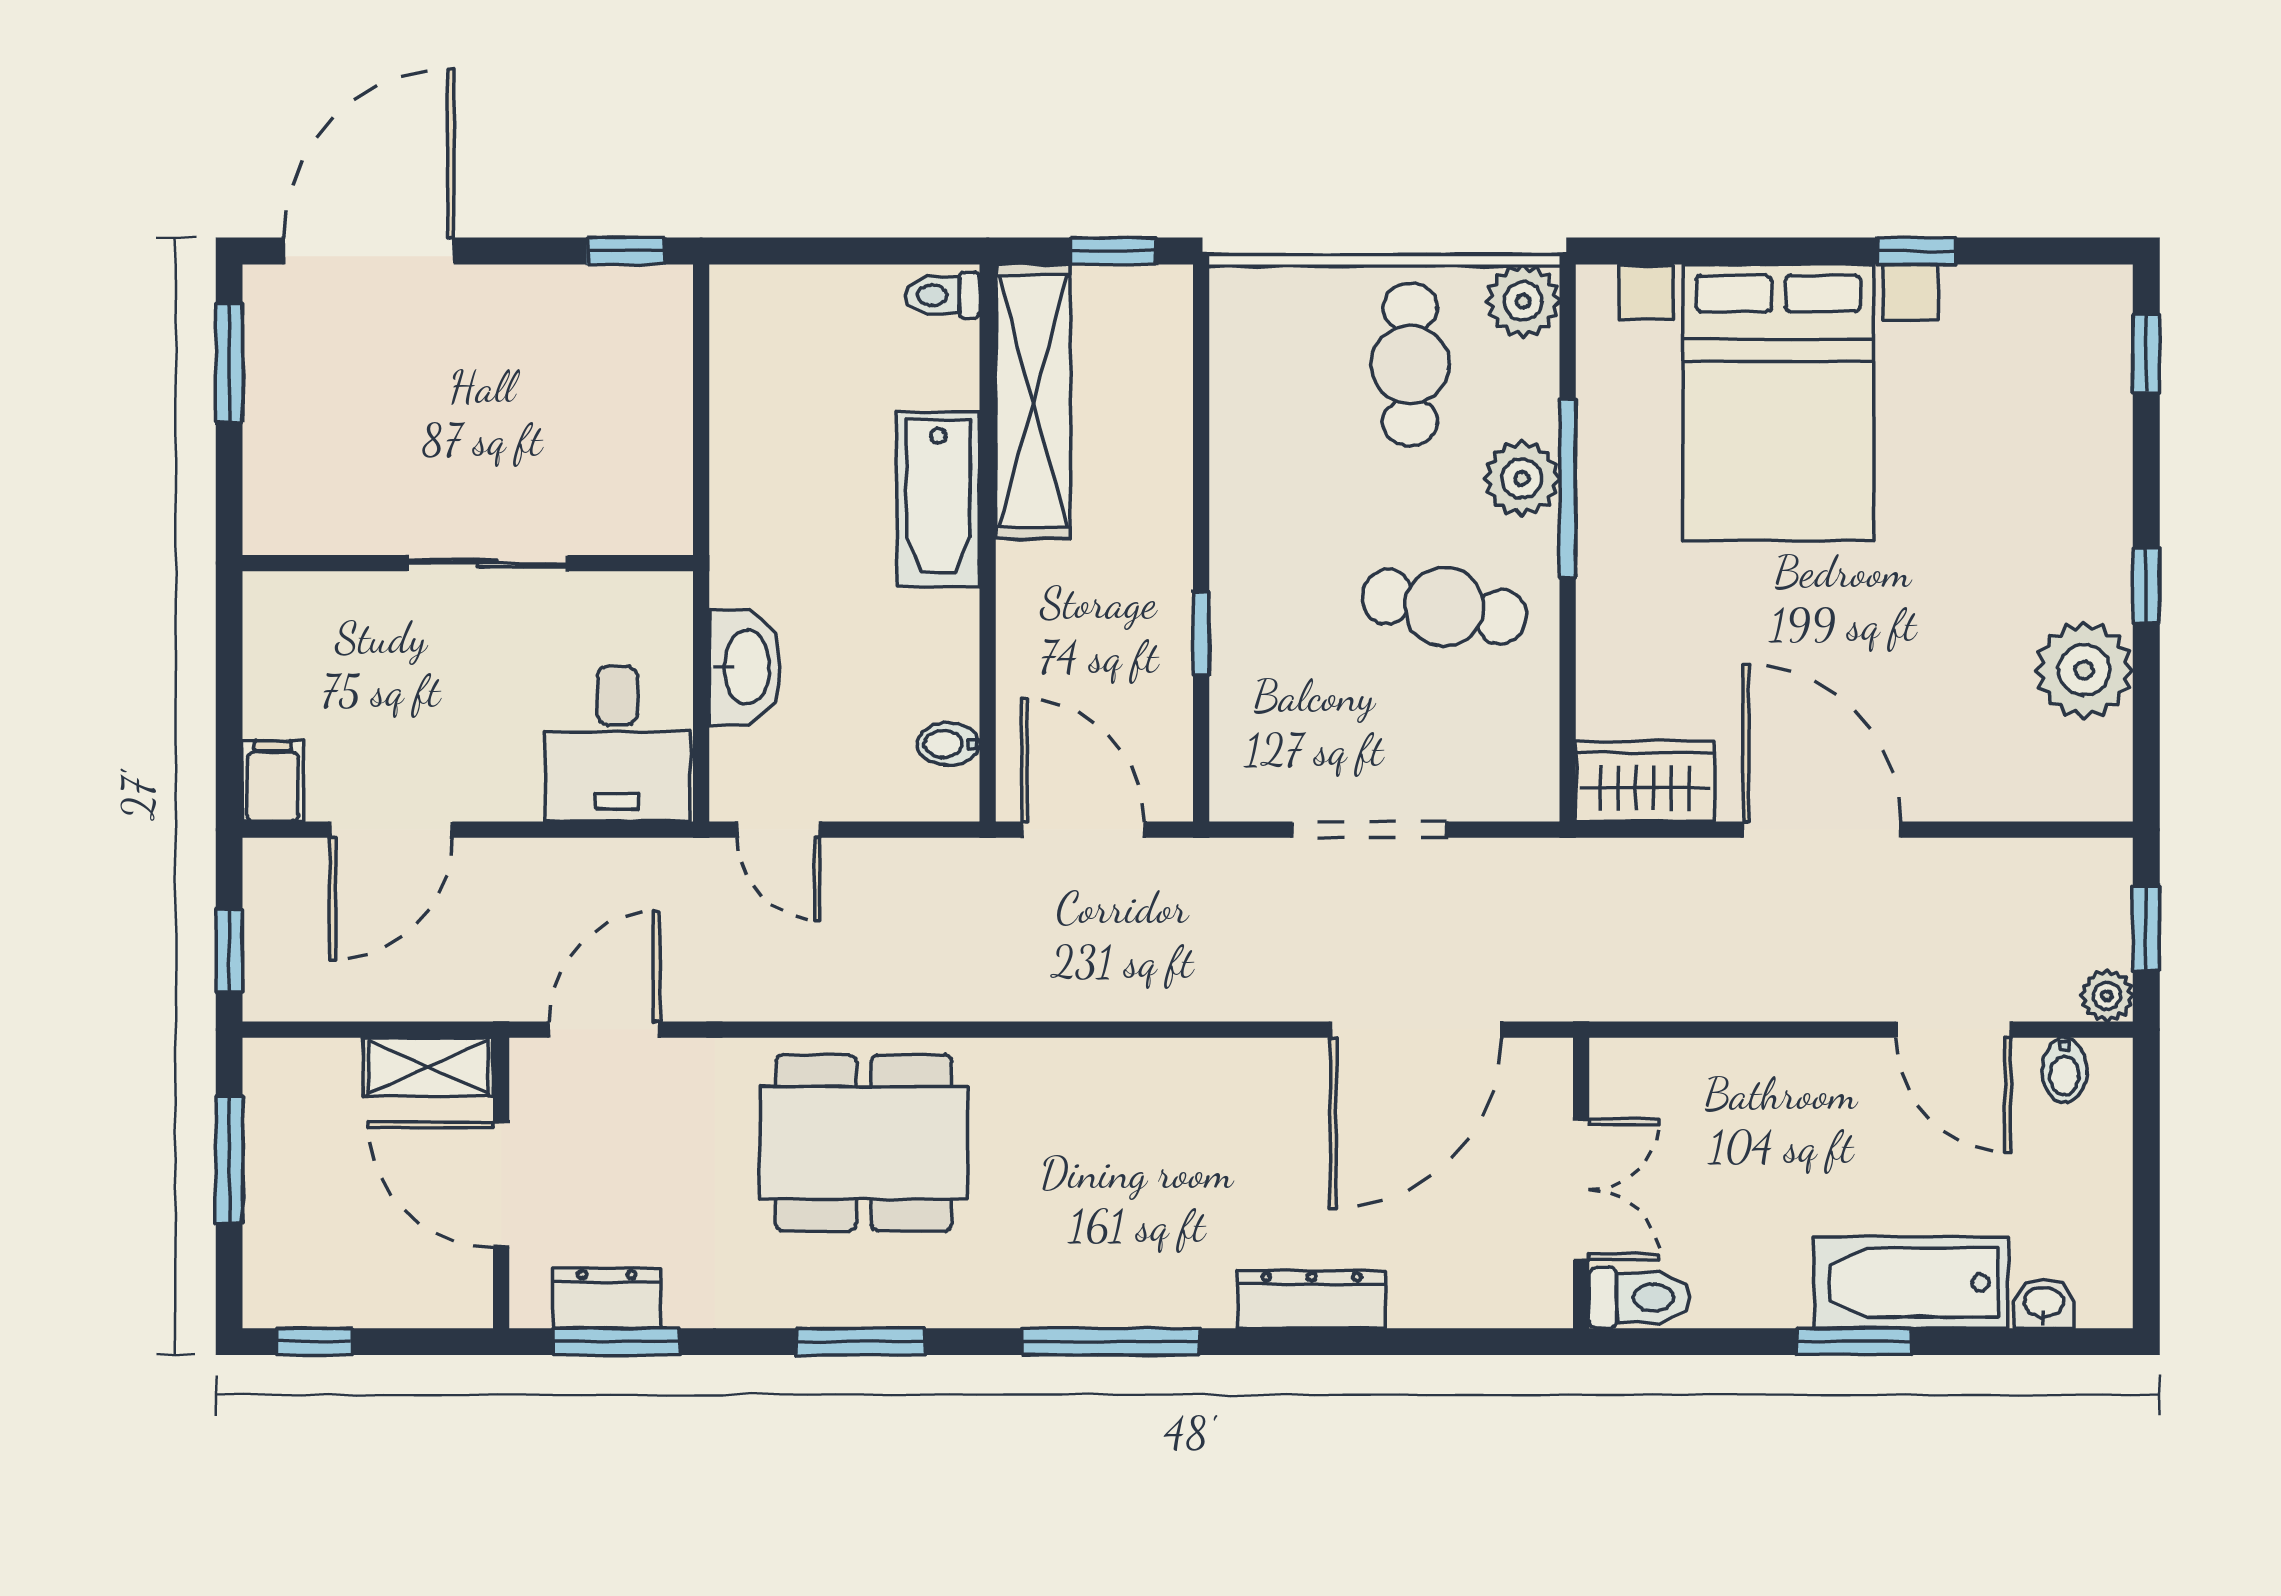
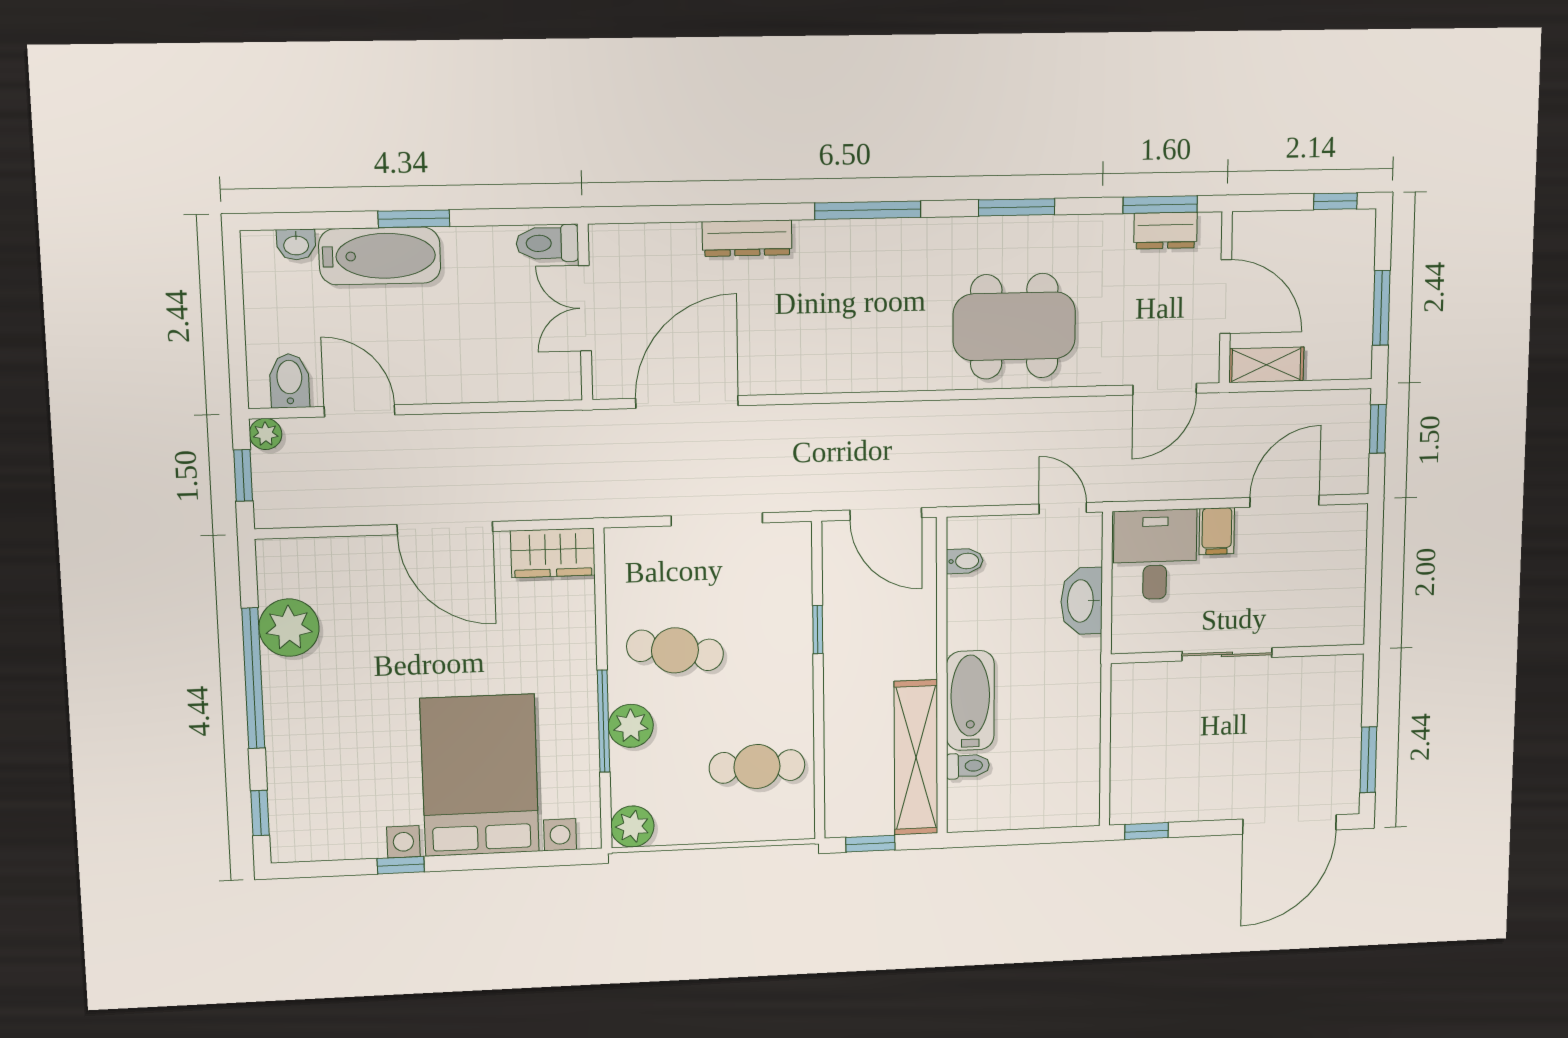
toilet: (943, 295) -> (968, 766), moved
cafe table: (1410, 365) -> (757, 767), moved, turned 90
window: (2146, 586) -> (253, 678), width x3.17
filing cabinet: (273, 781) -> (1217, 531), moved
bidet: (2064, 1070) -> (289, 381), width x1.38, depth x1.36

